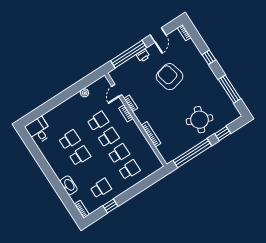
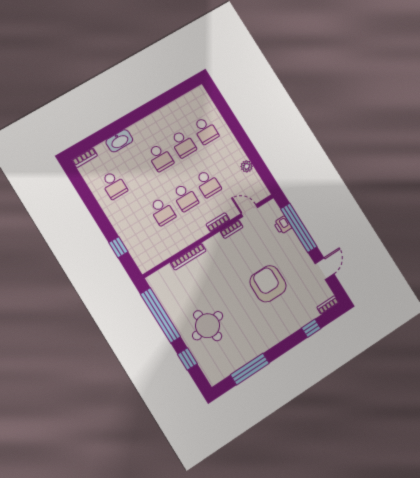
door: (158, 35) -> (324, 269), swing flipped
printer: (143, 56) -> (283, 225), moved
window: (209, 57) -> (311, 328), moved
armchair: (170, 77) -> (268, 284), turned -76
round table: (199, 120) -> (208, 326), turned -33
desk: (39, 130) -> (196, 103), removed
school desk: (129, 170) -> (205, 130), moved
window: (110, 206) -> (118, 247), moved

